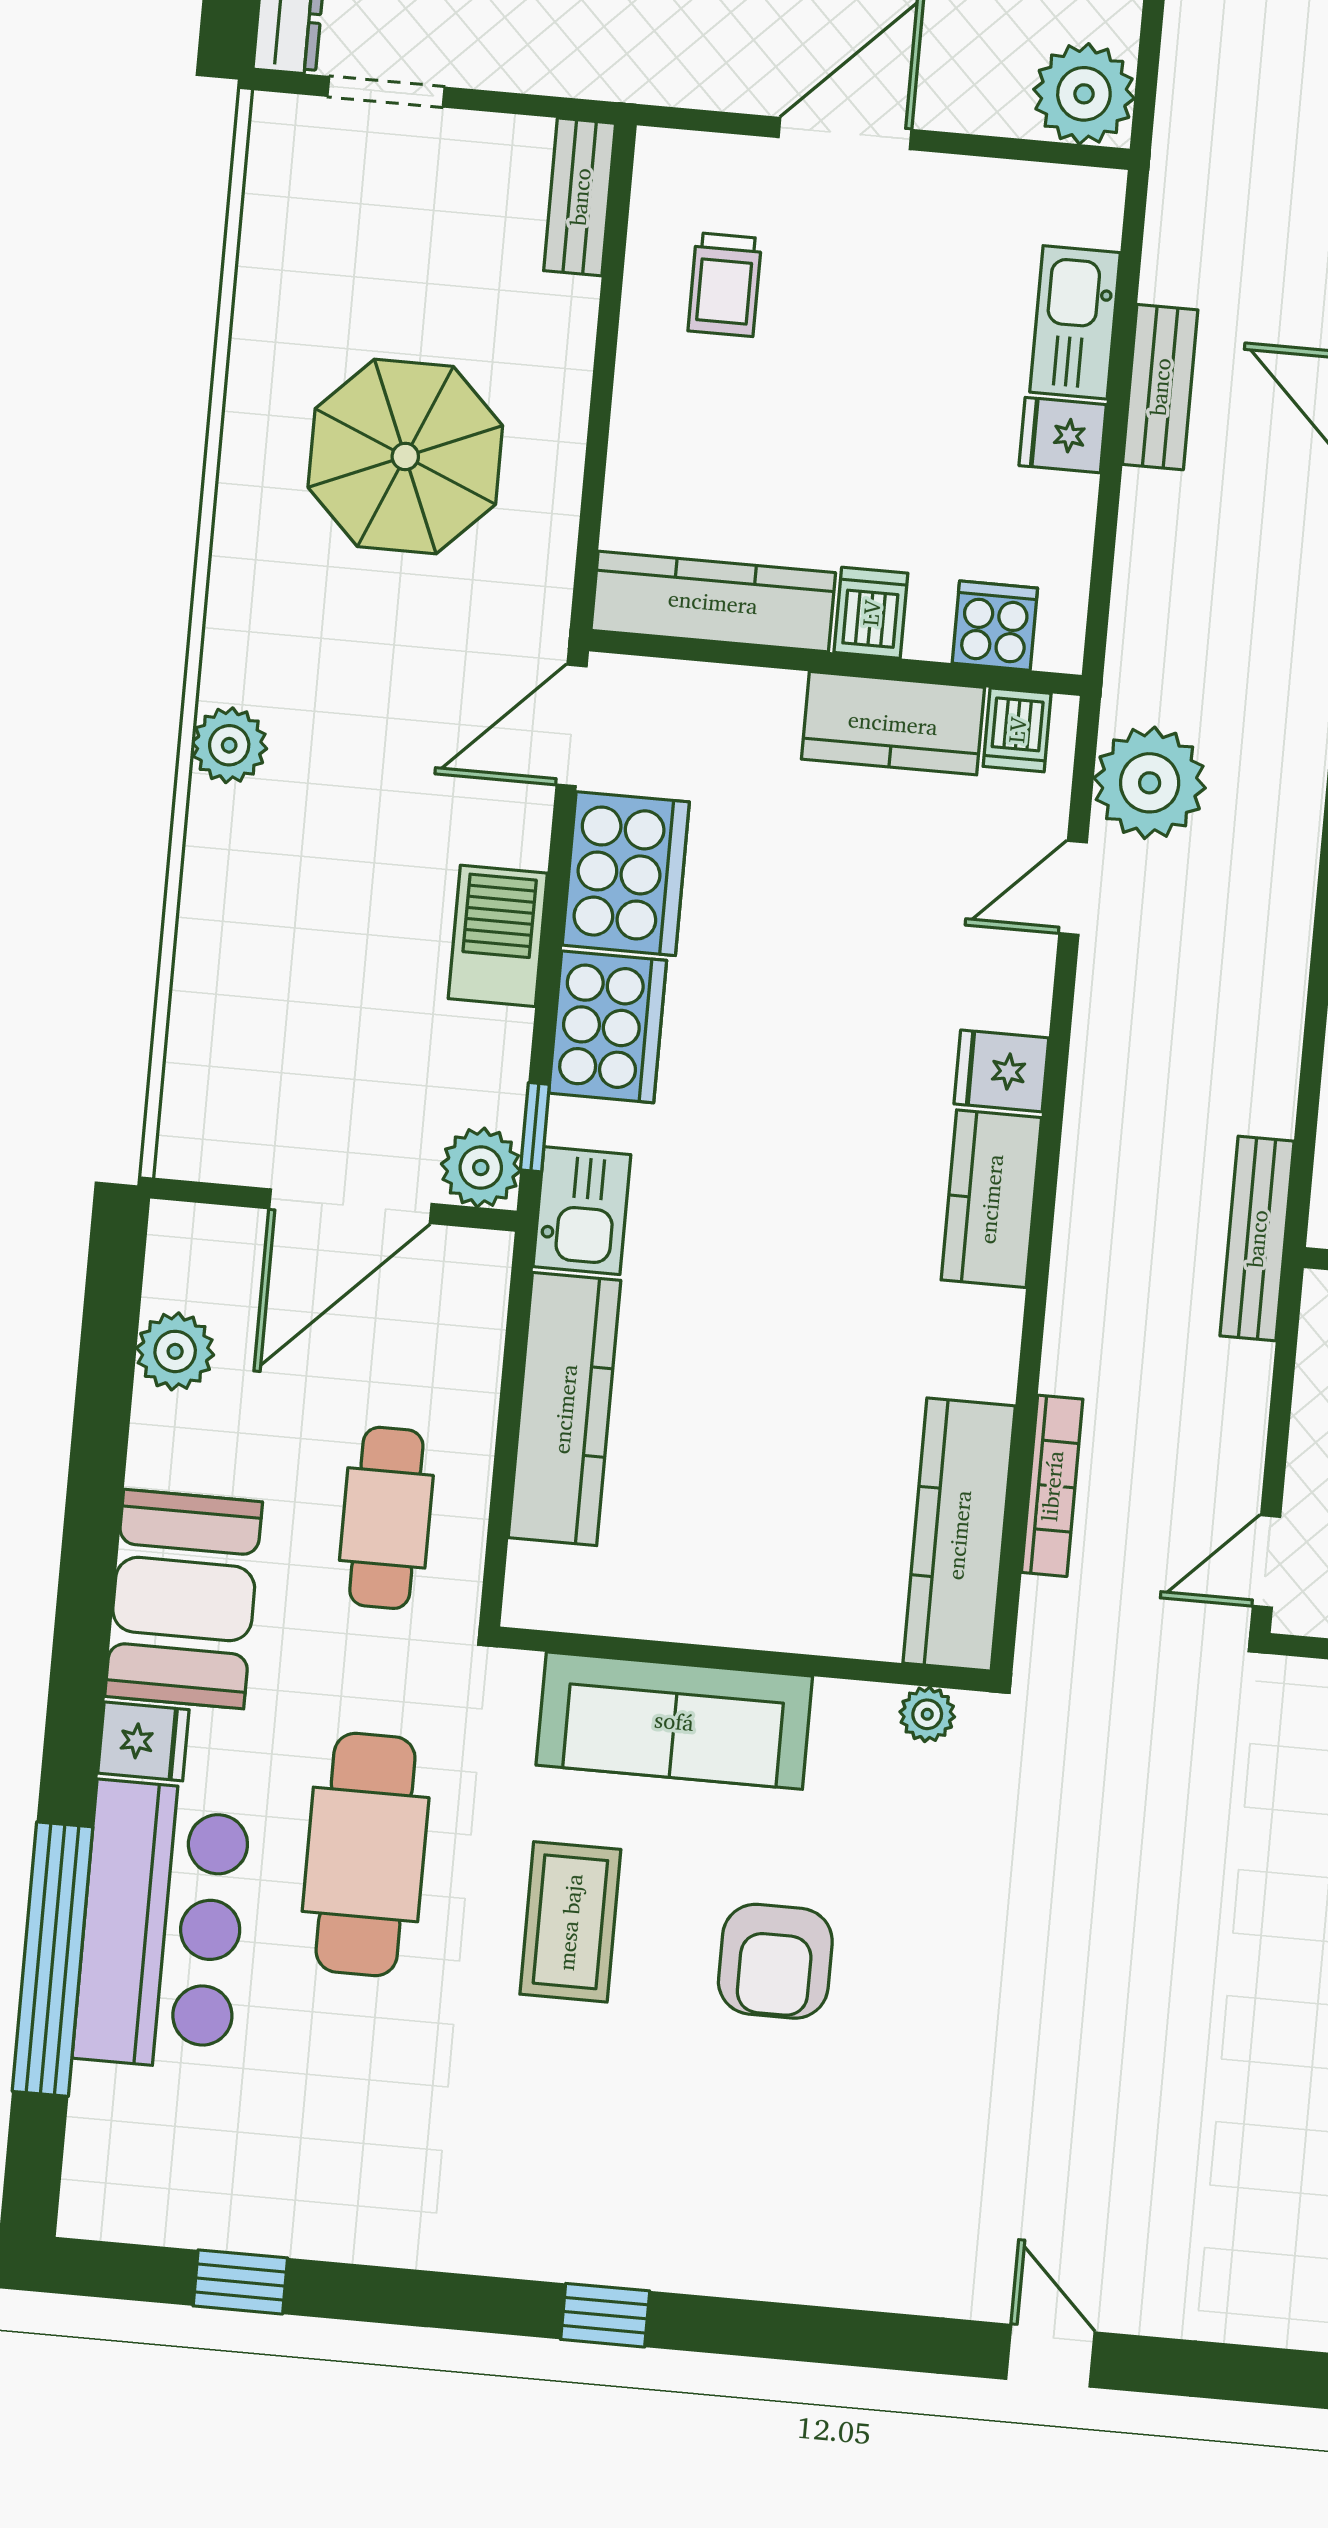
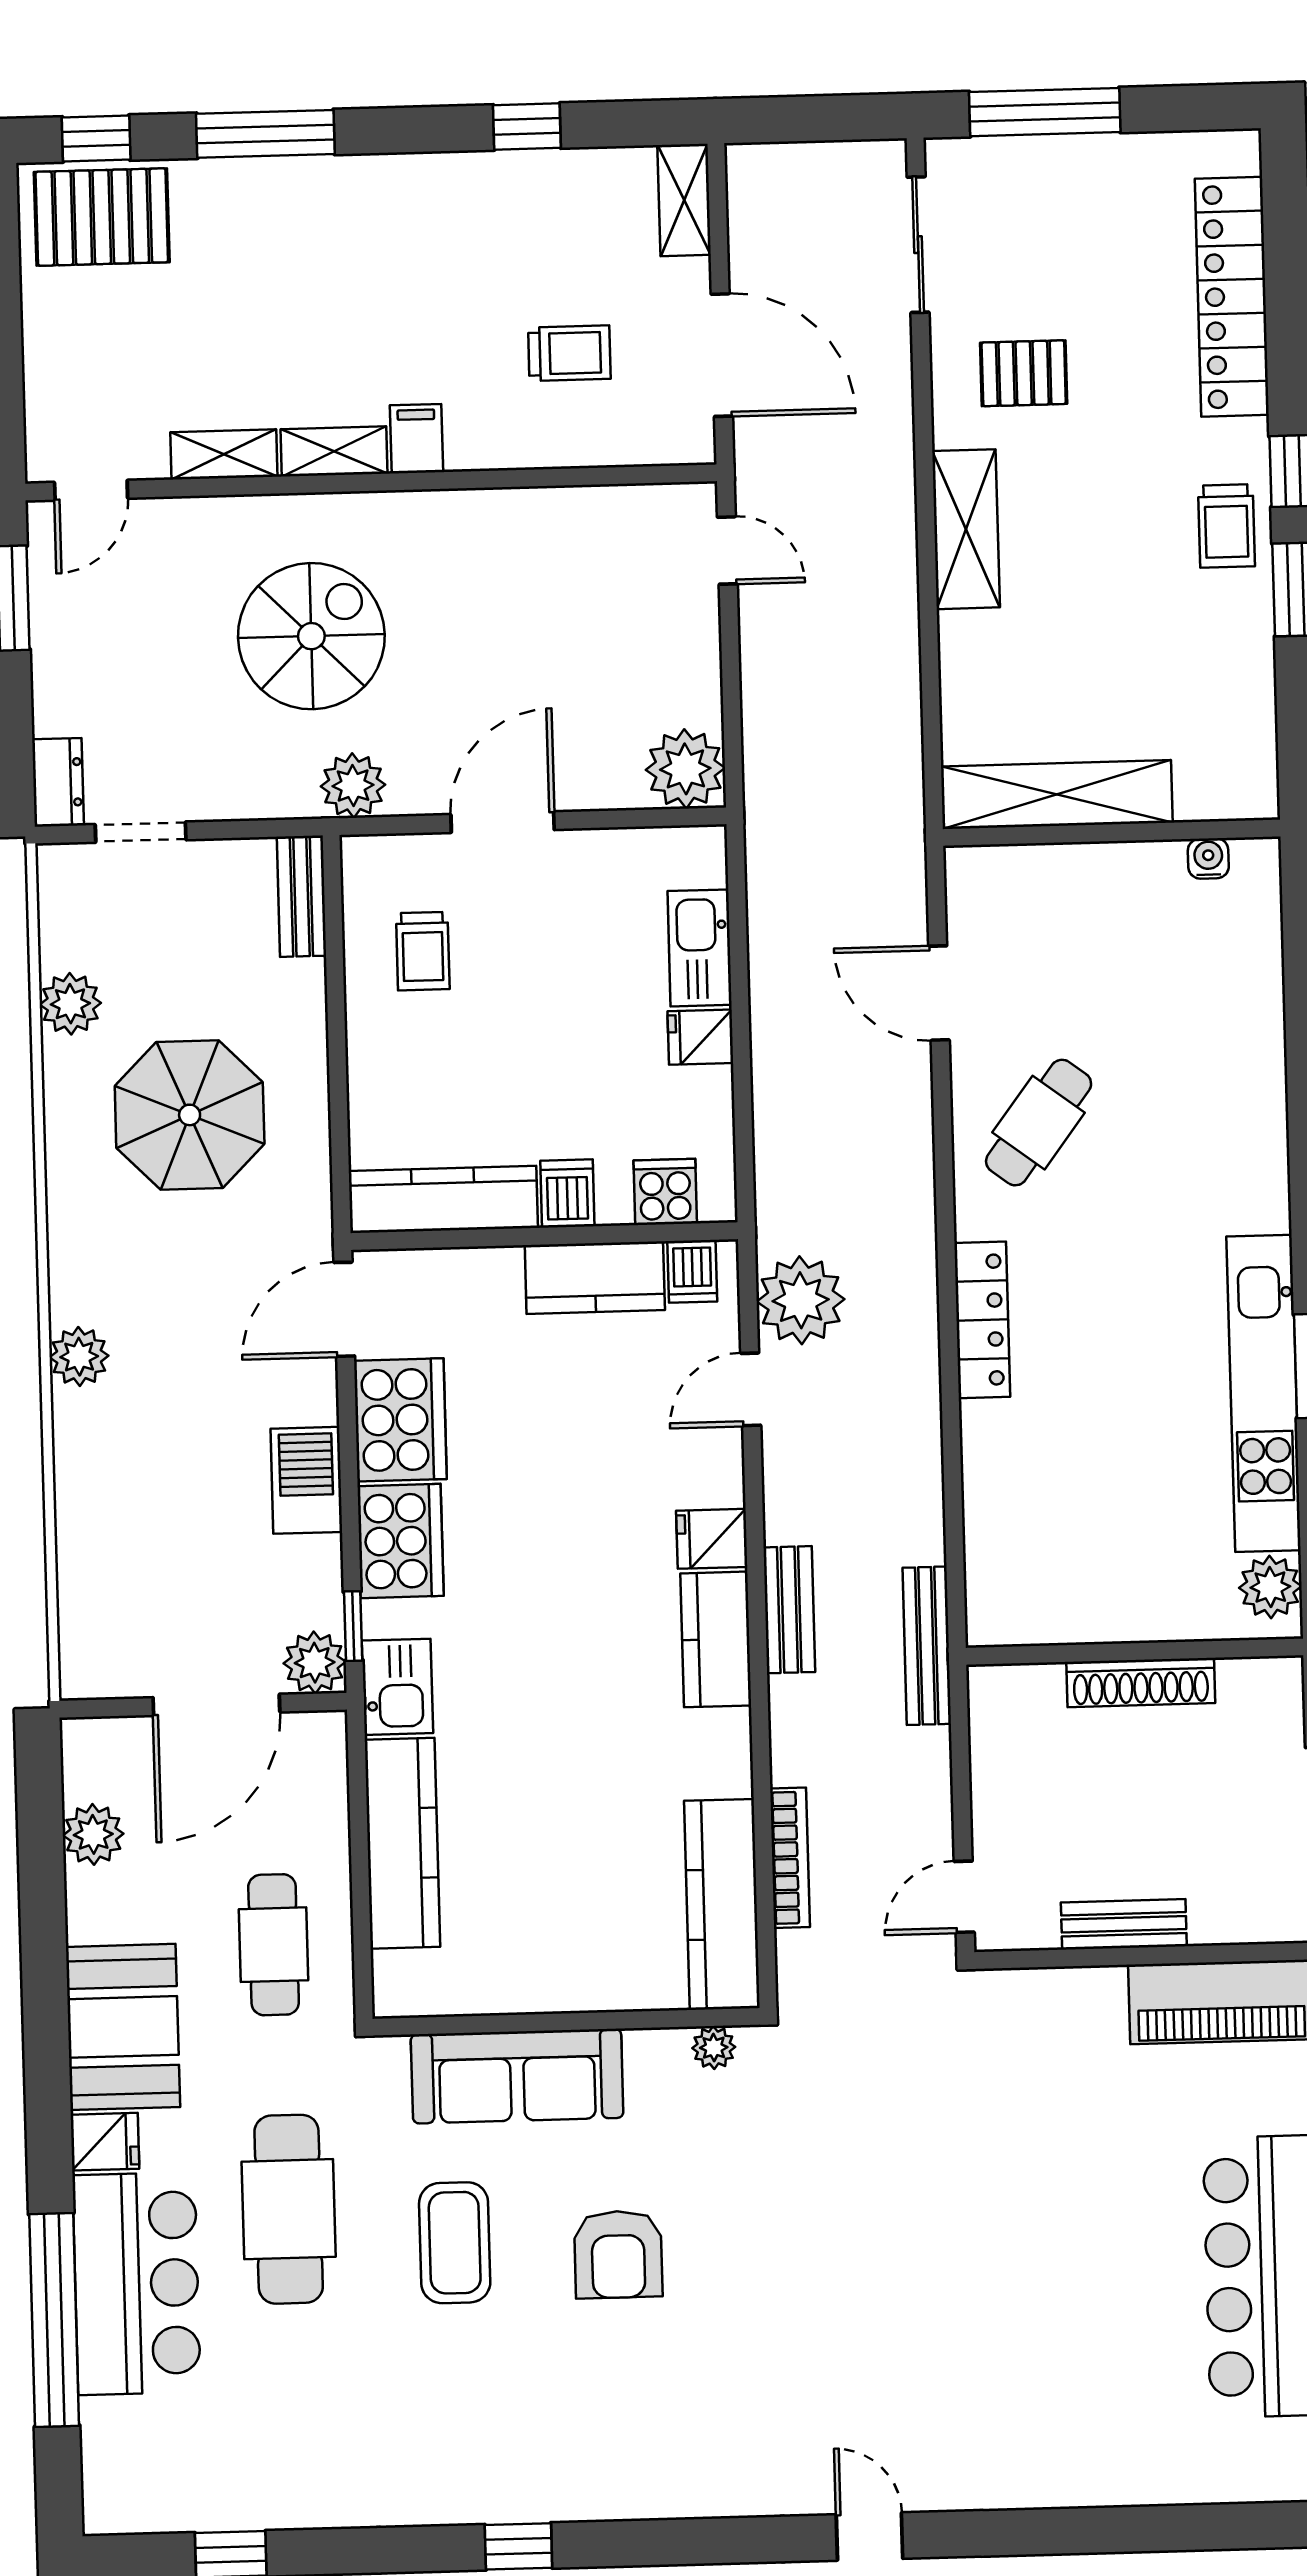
plant: (662, 65) -> (353, 786), added
plant: (271, 298) -> (70, 1004), added
bench: (1160, 387) -> (789, 1610), moved

